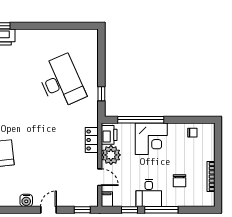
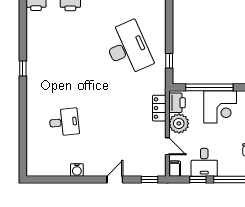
desk: (149, 193) -> (204, 162), moved
water cooler: (26, 200) -> (77, 170), moved

